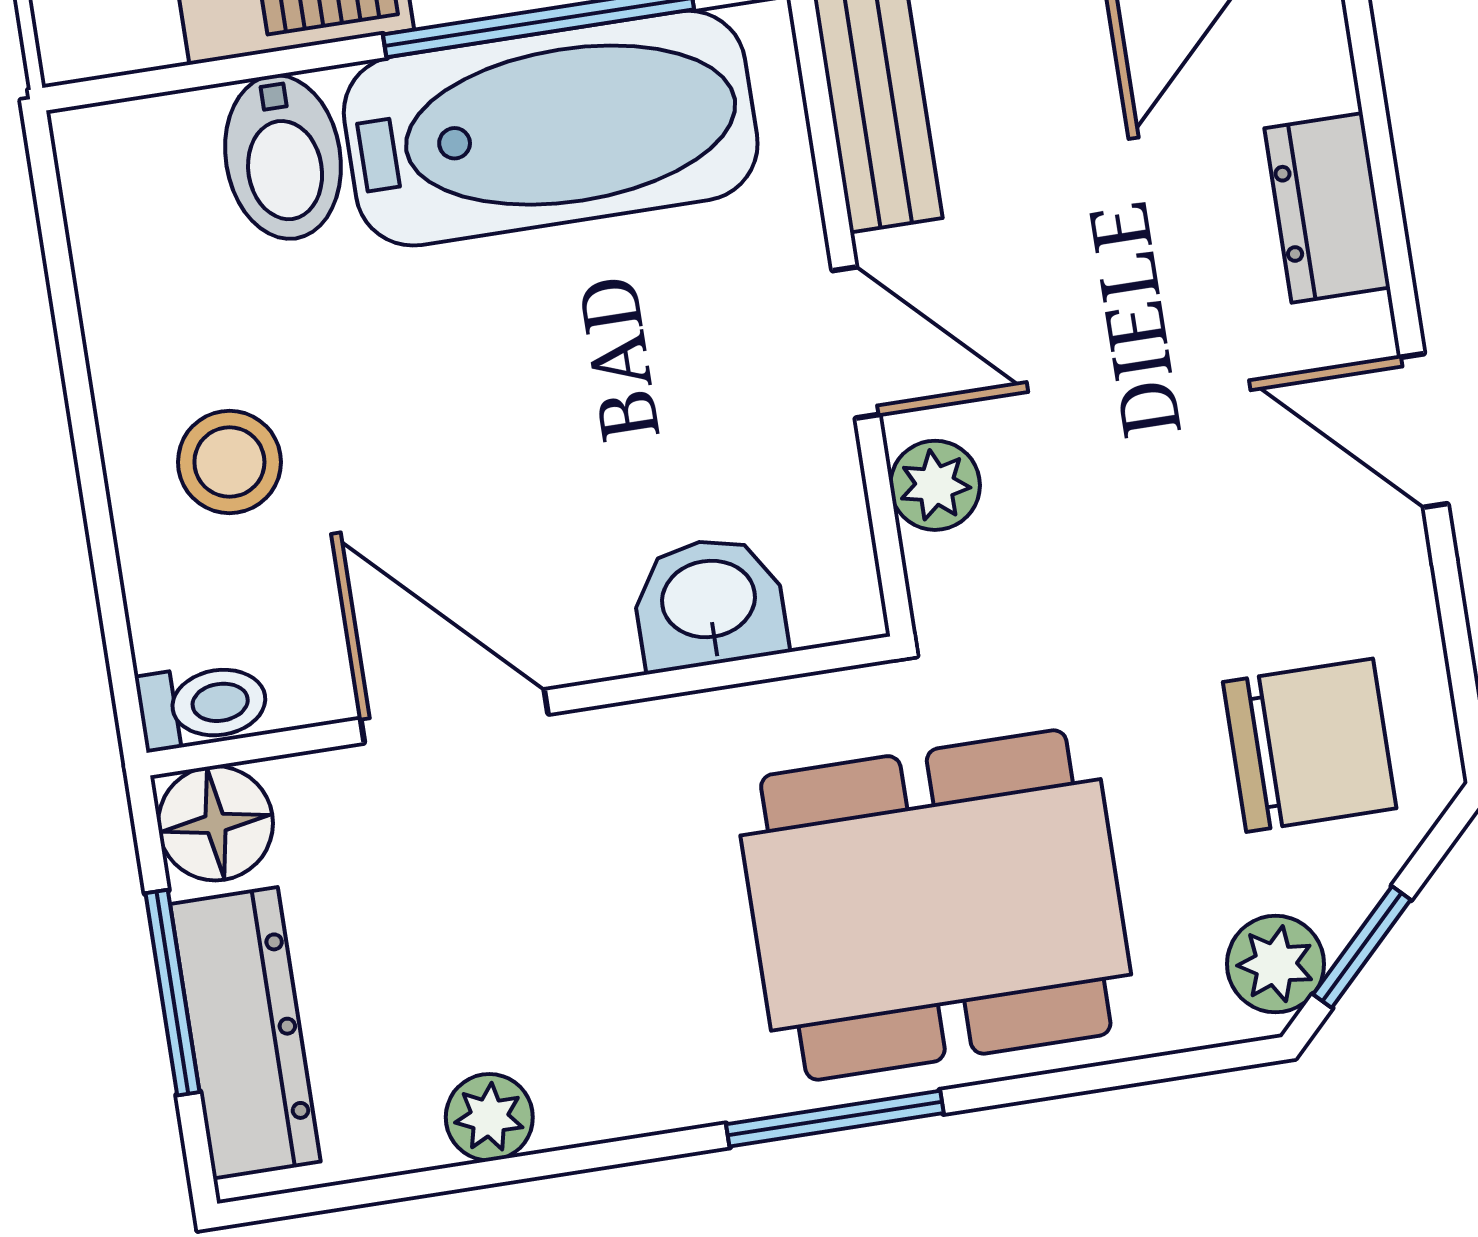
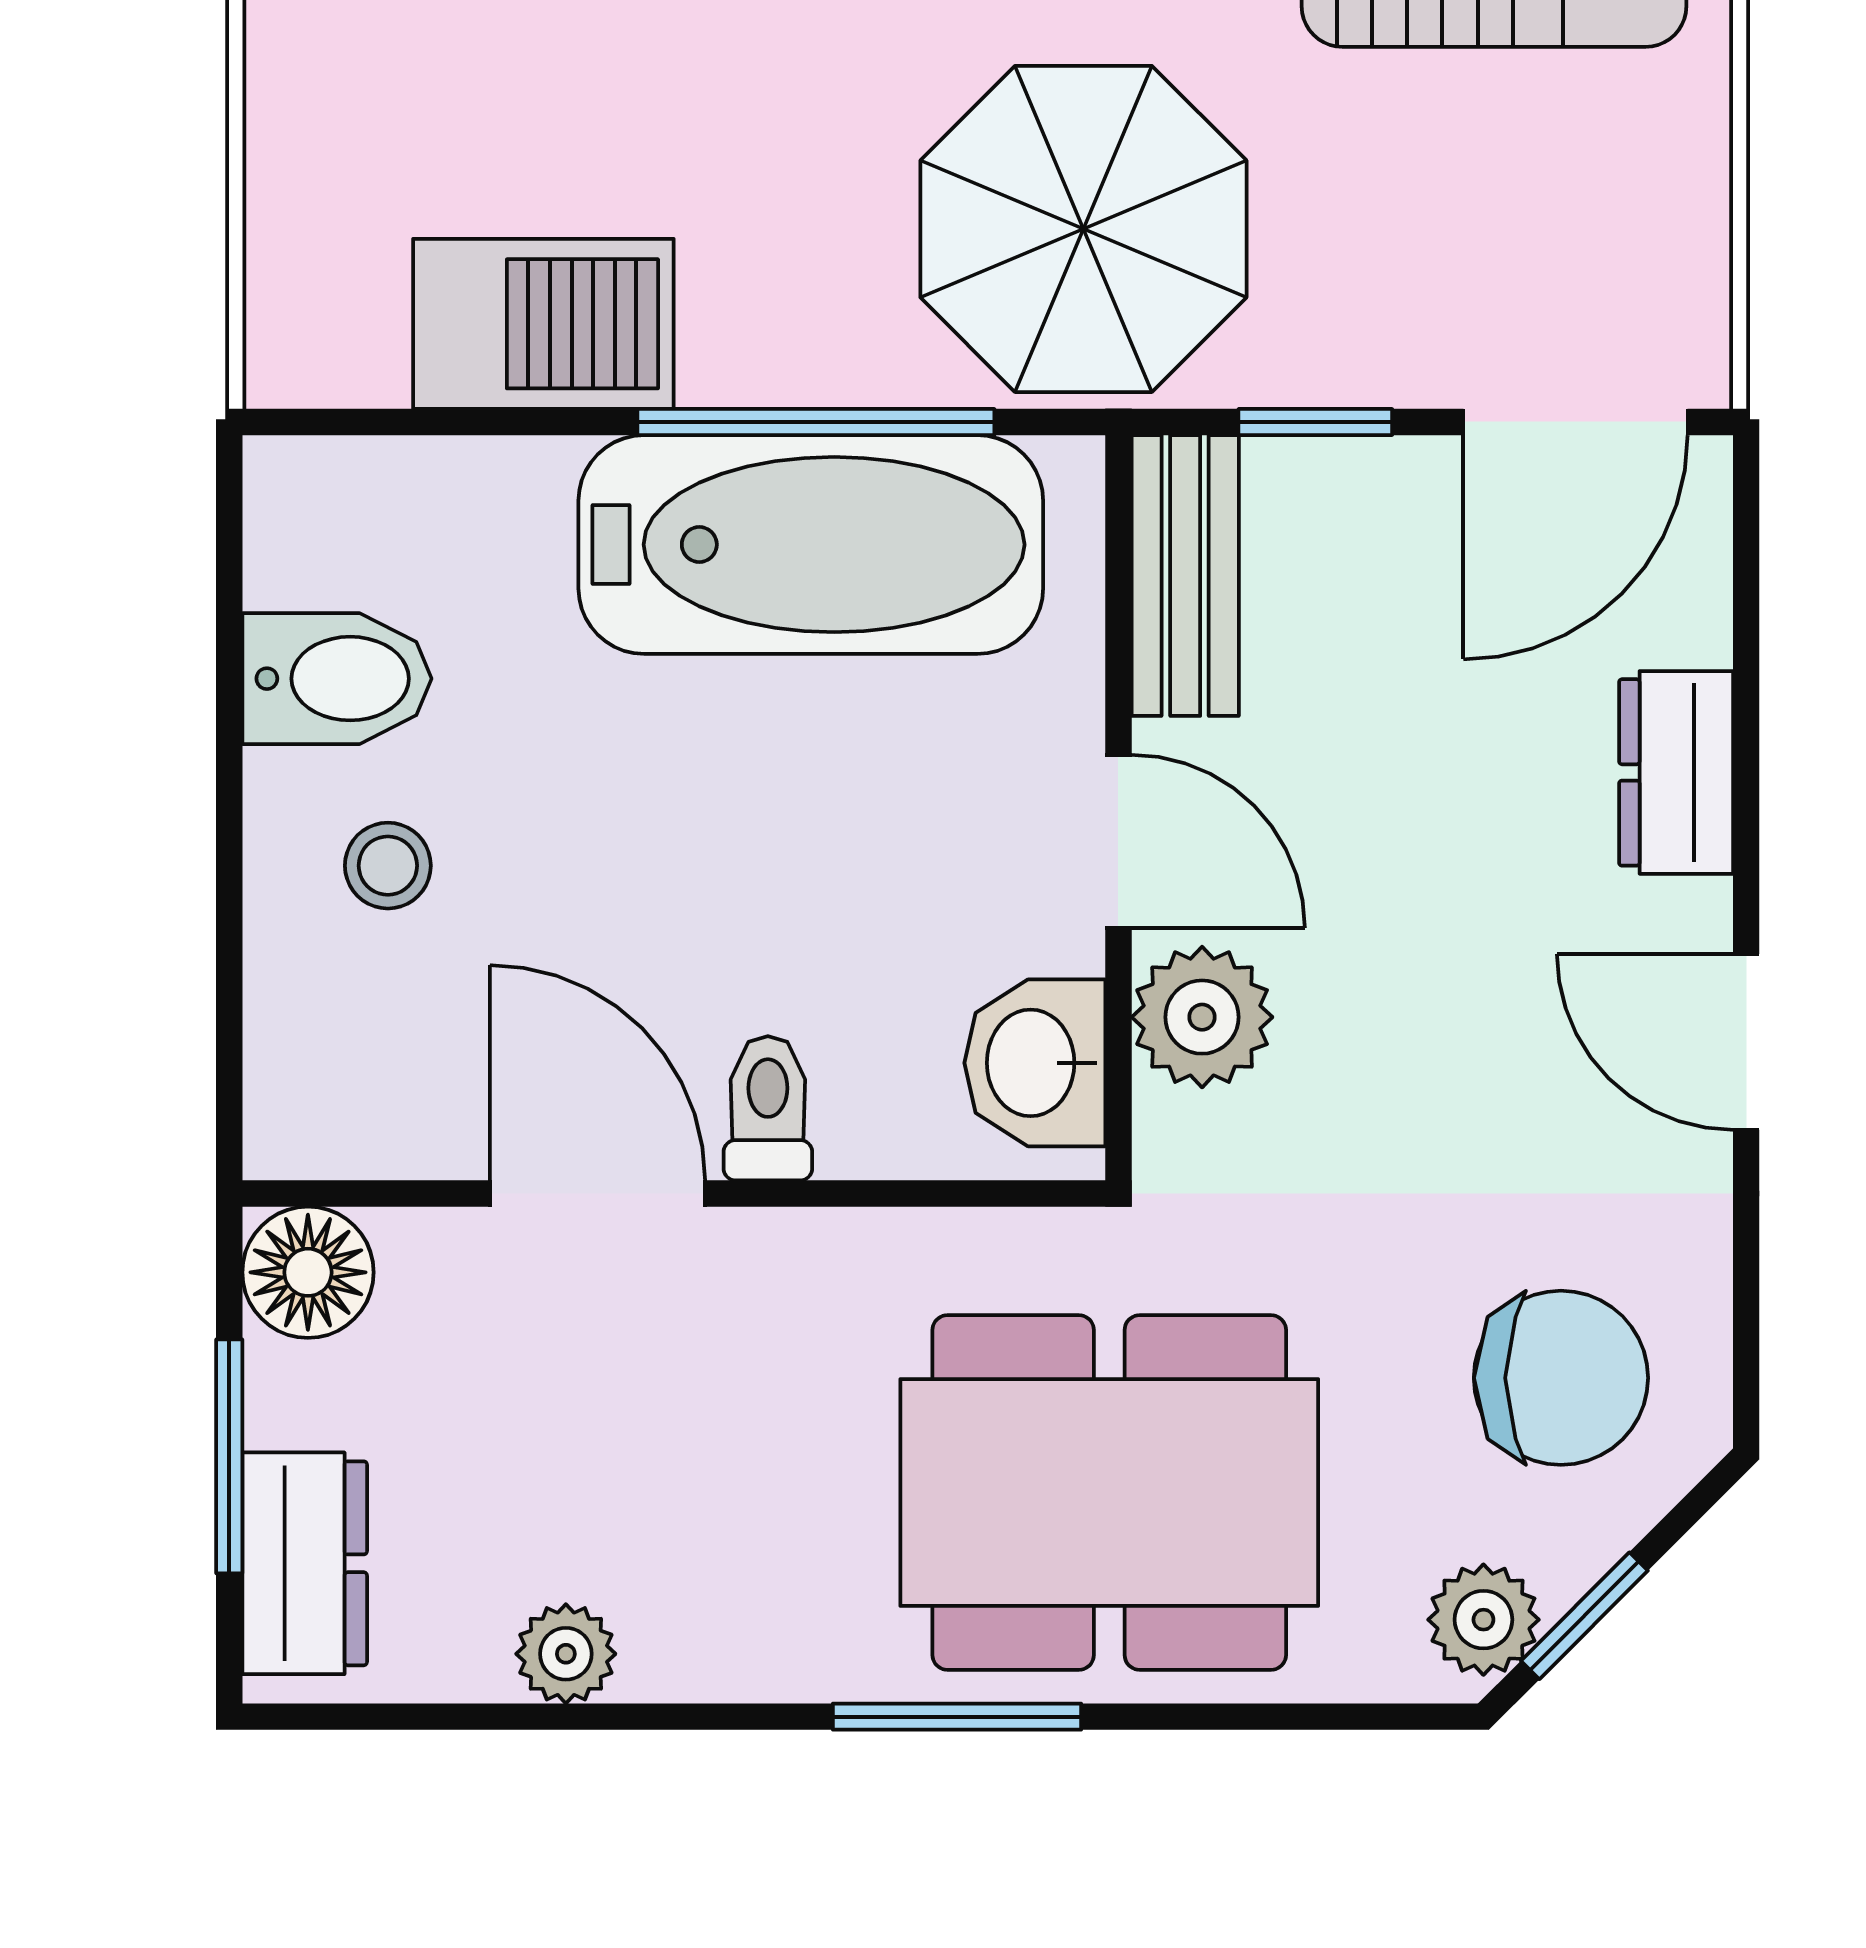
bidet: (283, 157) -> (337, 679), moved, turned -90
stool: (229, 462) -> (388, 866), width x0.73, depth x0.73
plant: (935, 485) -> (1202, 1017), width x1.38, depth x1.38
washbasin: (709, 603) -> (1035, 1063), moved, turned -90
toilet: (203, 705) -> (768, 1108), moved, turned -90
dresser: (245, 1033) -> (305, 1563), width x0.70

